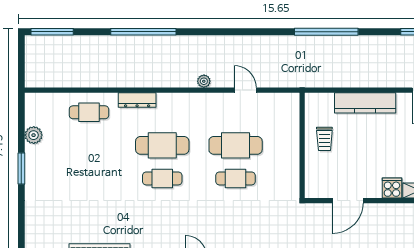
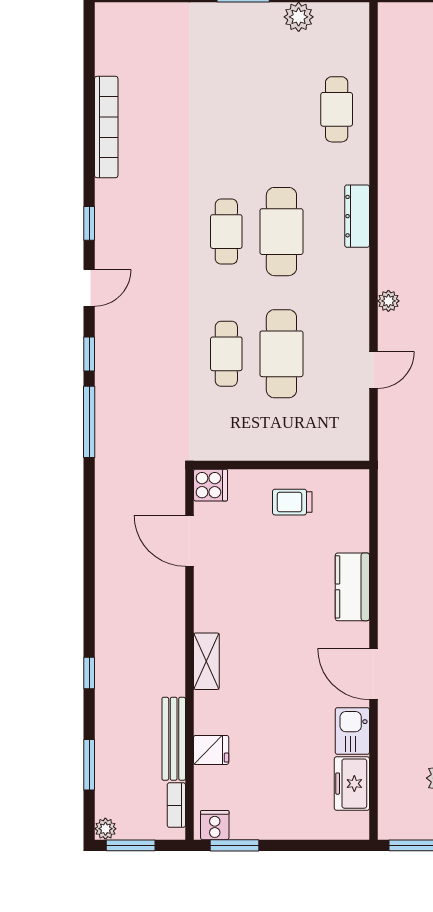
dresser: (137, 100) -> (357, 216), moved
kitchen counter: (365, 103) -> (352, 587), width x0.67
cooker: (392, 188) -> (210, 485), moved

